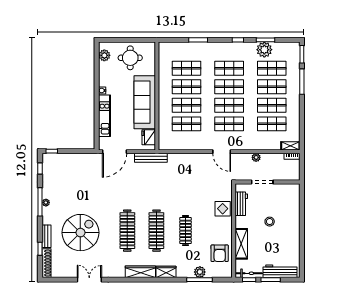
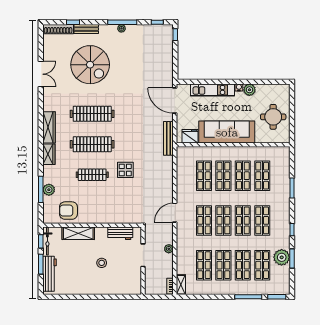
plant: (104, 55) -> (249, 90), moved
display table: (223, 209) -> (125, 170), moved

